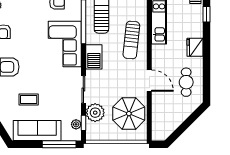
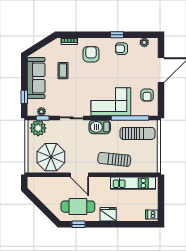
window: (207, 14) -> (79, 224), moved
door: (149, 81) -> (79, 175), hinge flipped
cafe table: (186, 82) -> (78, 207), width x1.37, depth x1.35
plant: (95, 113) -> (38, 128), moved
window: (59, 144) -> (24, 97), width x0.46

